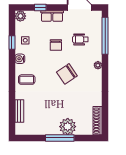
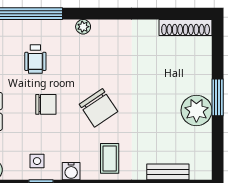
chair: (67, 74) -> (99, 108), moved
plant: (68, 127) -> (196, 110), moved
window: (60, 138) -> (218, 97), width x0.69

